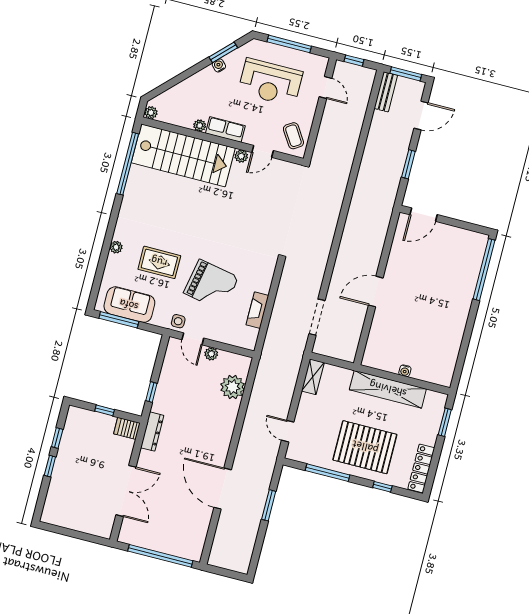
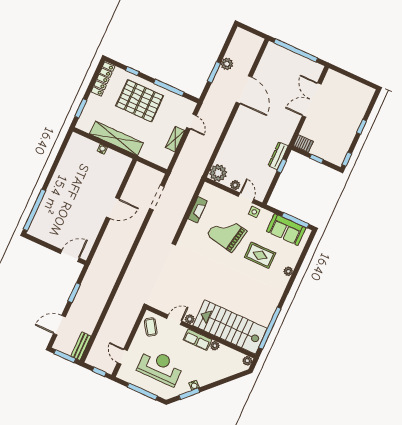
shelving: (313, 377) -> (175, 139), moved
plant: (233, 387) -> (218, 173), moved
dresser: (152, 432) -> (278, 156), moved
window: (57, 438) -> (347, 159), moved
plant: (253, 520) -> (227, 64), added

